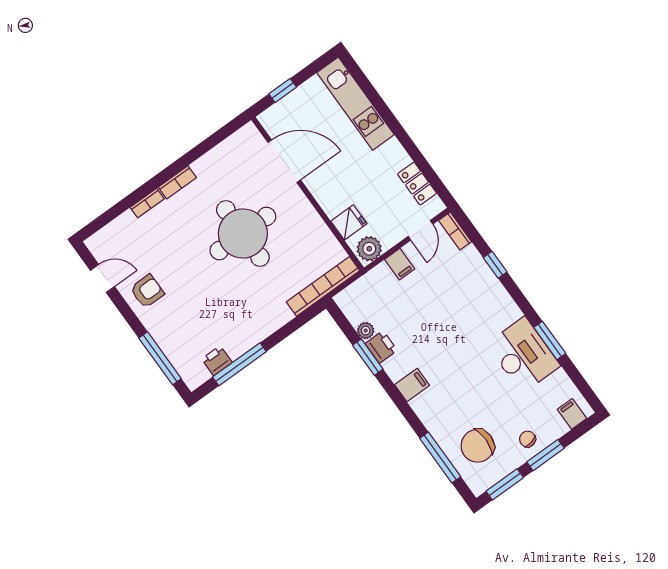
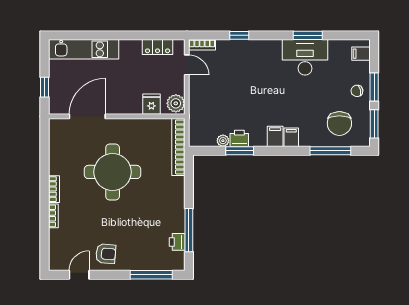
filing cabinet: (400, 264) -> (291, 137), moved, turned -90
armchair: (147, 291) -> (106, 254), turned 95

